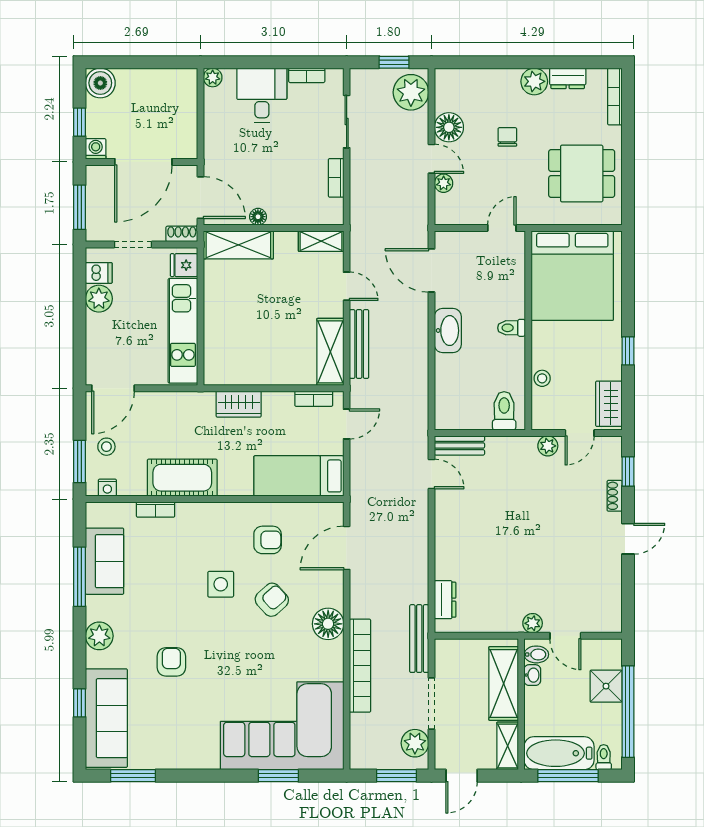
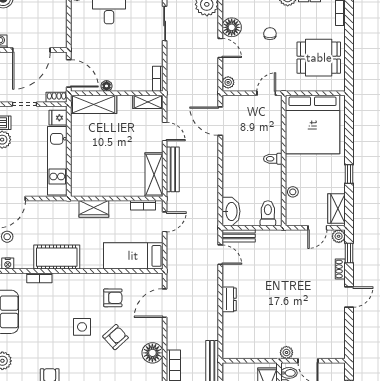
bookcase: (336, 178) -> (158, 79), moved
plant: (444, 183) -> (228, 82), moved
washbasin: (448, 331) -> (231, 211), moved
plant: (548, 446) -> (339, 236), moved
dresser: (445, 600) -> (229, 299), moved

